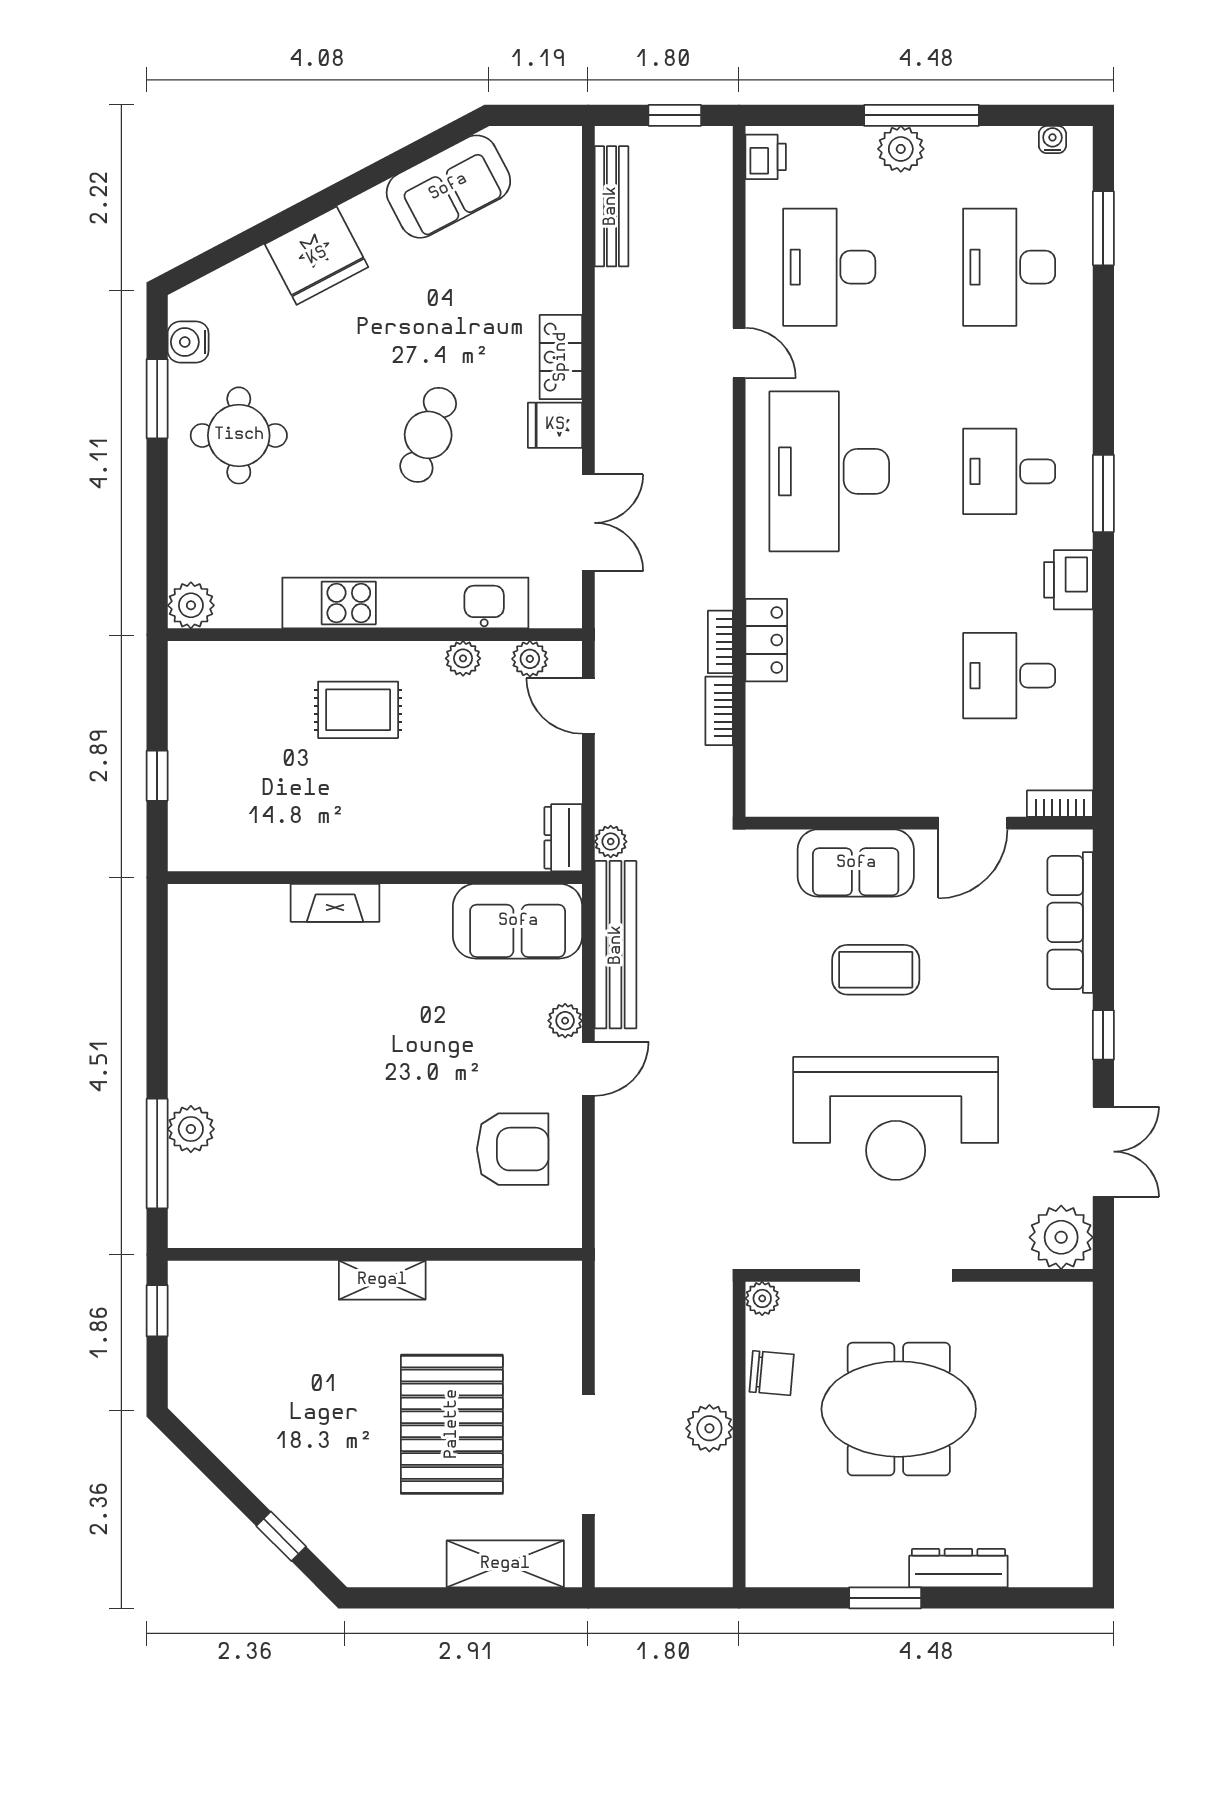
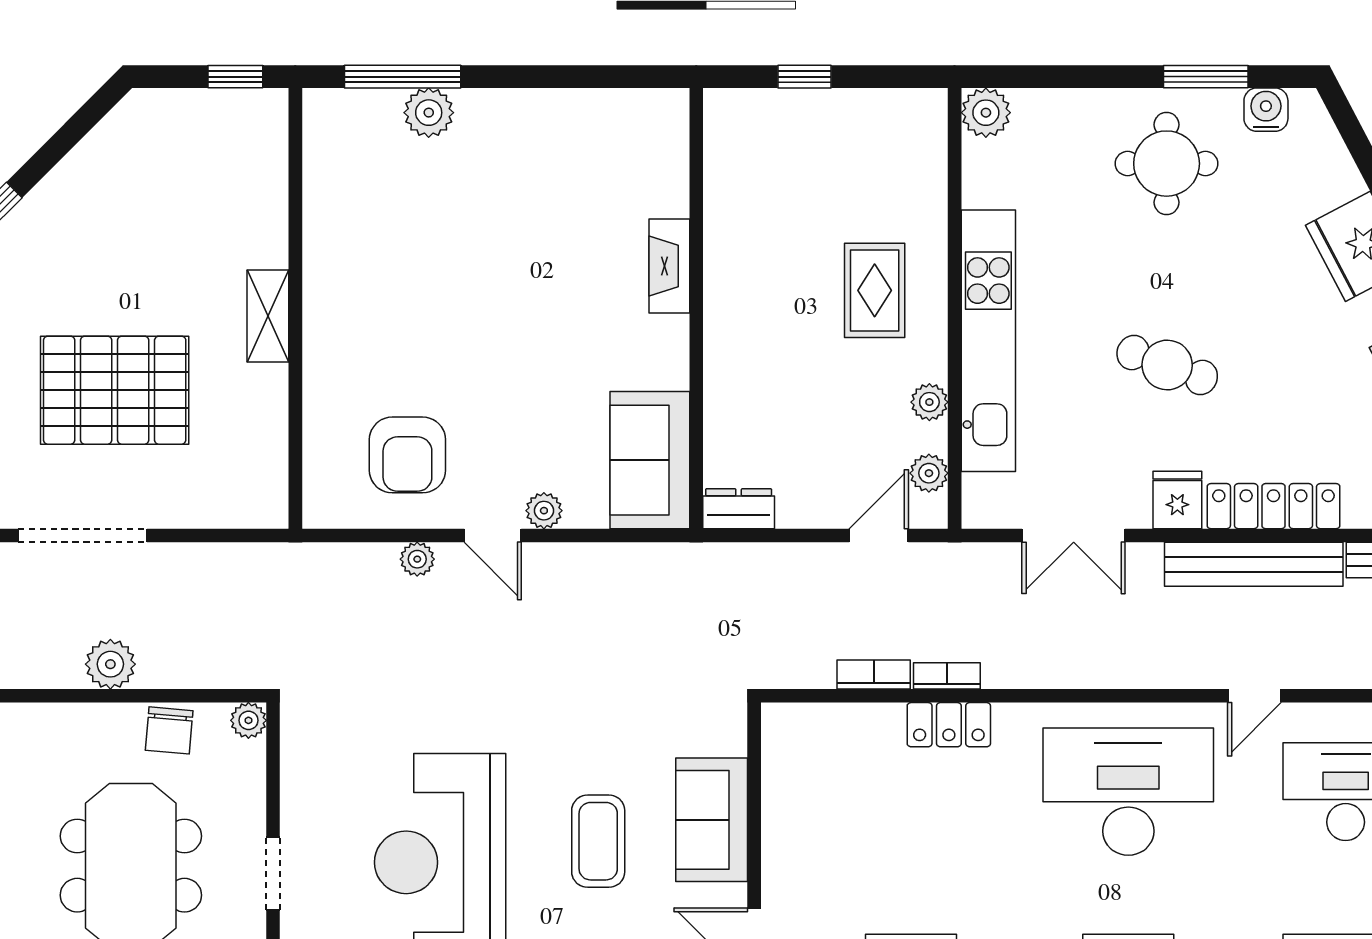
locker: (561, 357) -> (1273, 506), width x1.53
plant: (611, 842) -> (417, 559), moved
bench: (616, 945) -> (1254, 564), moved
doorway: (906, 1275) -> (273, 873), width x0.73

